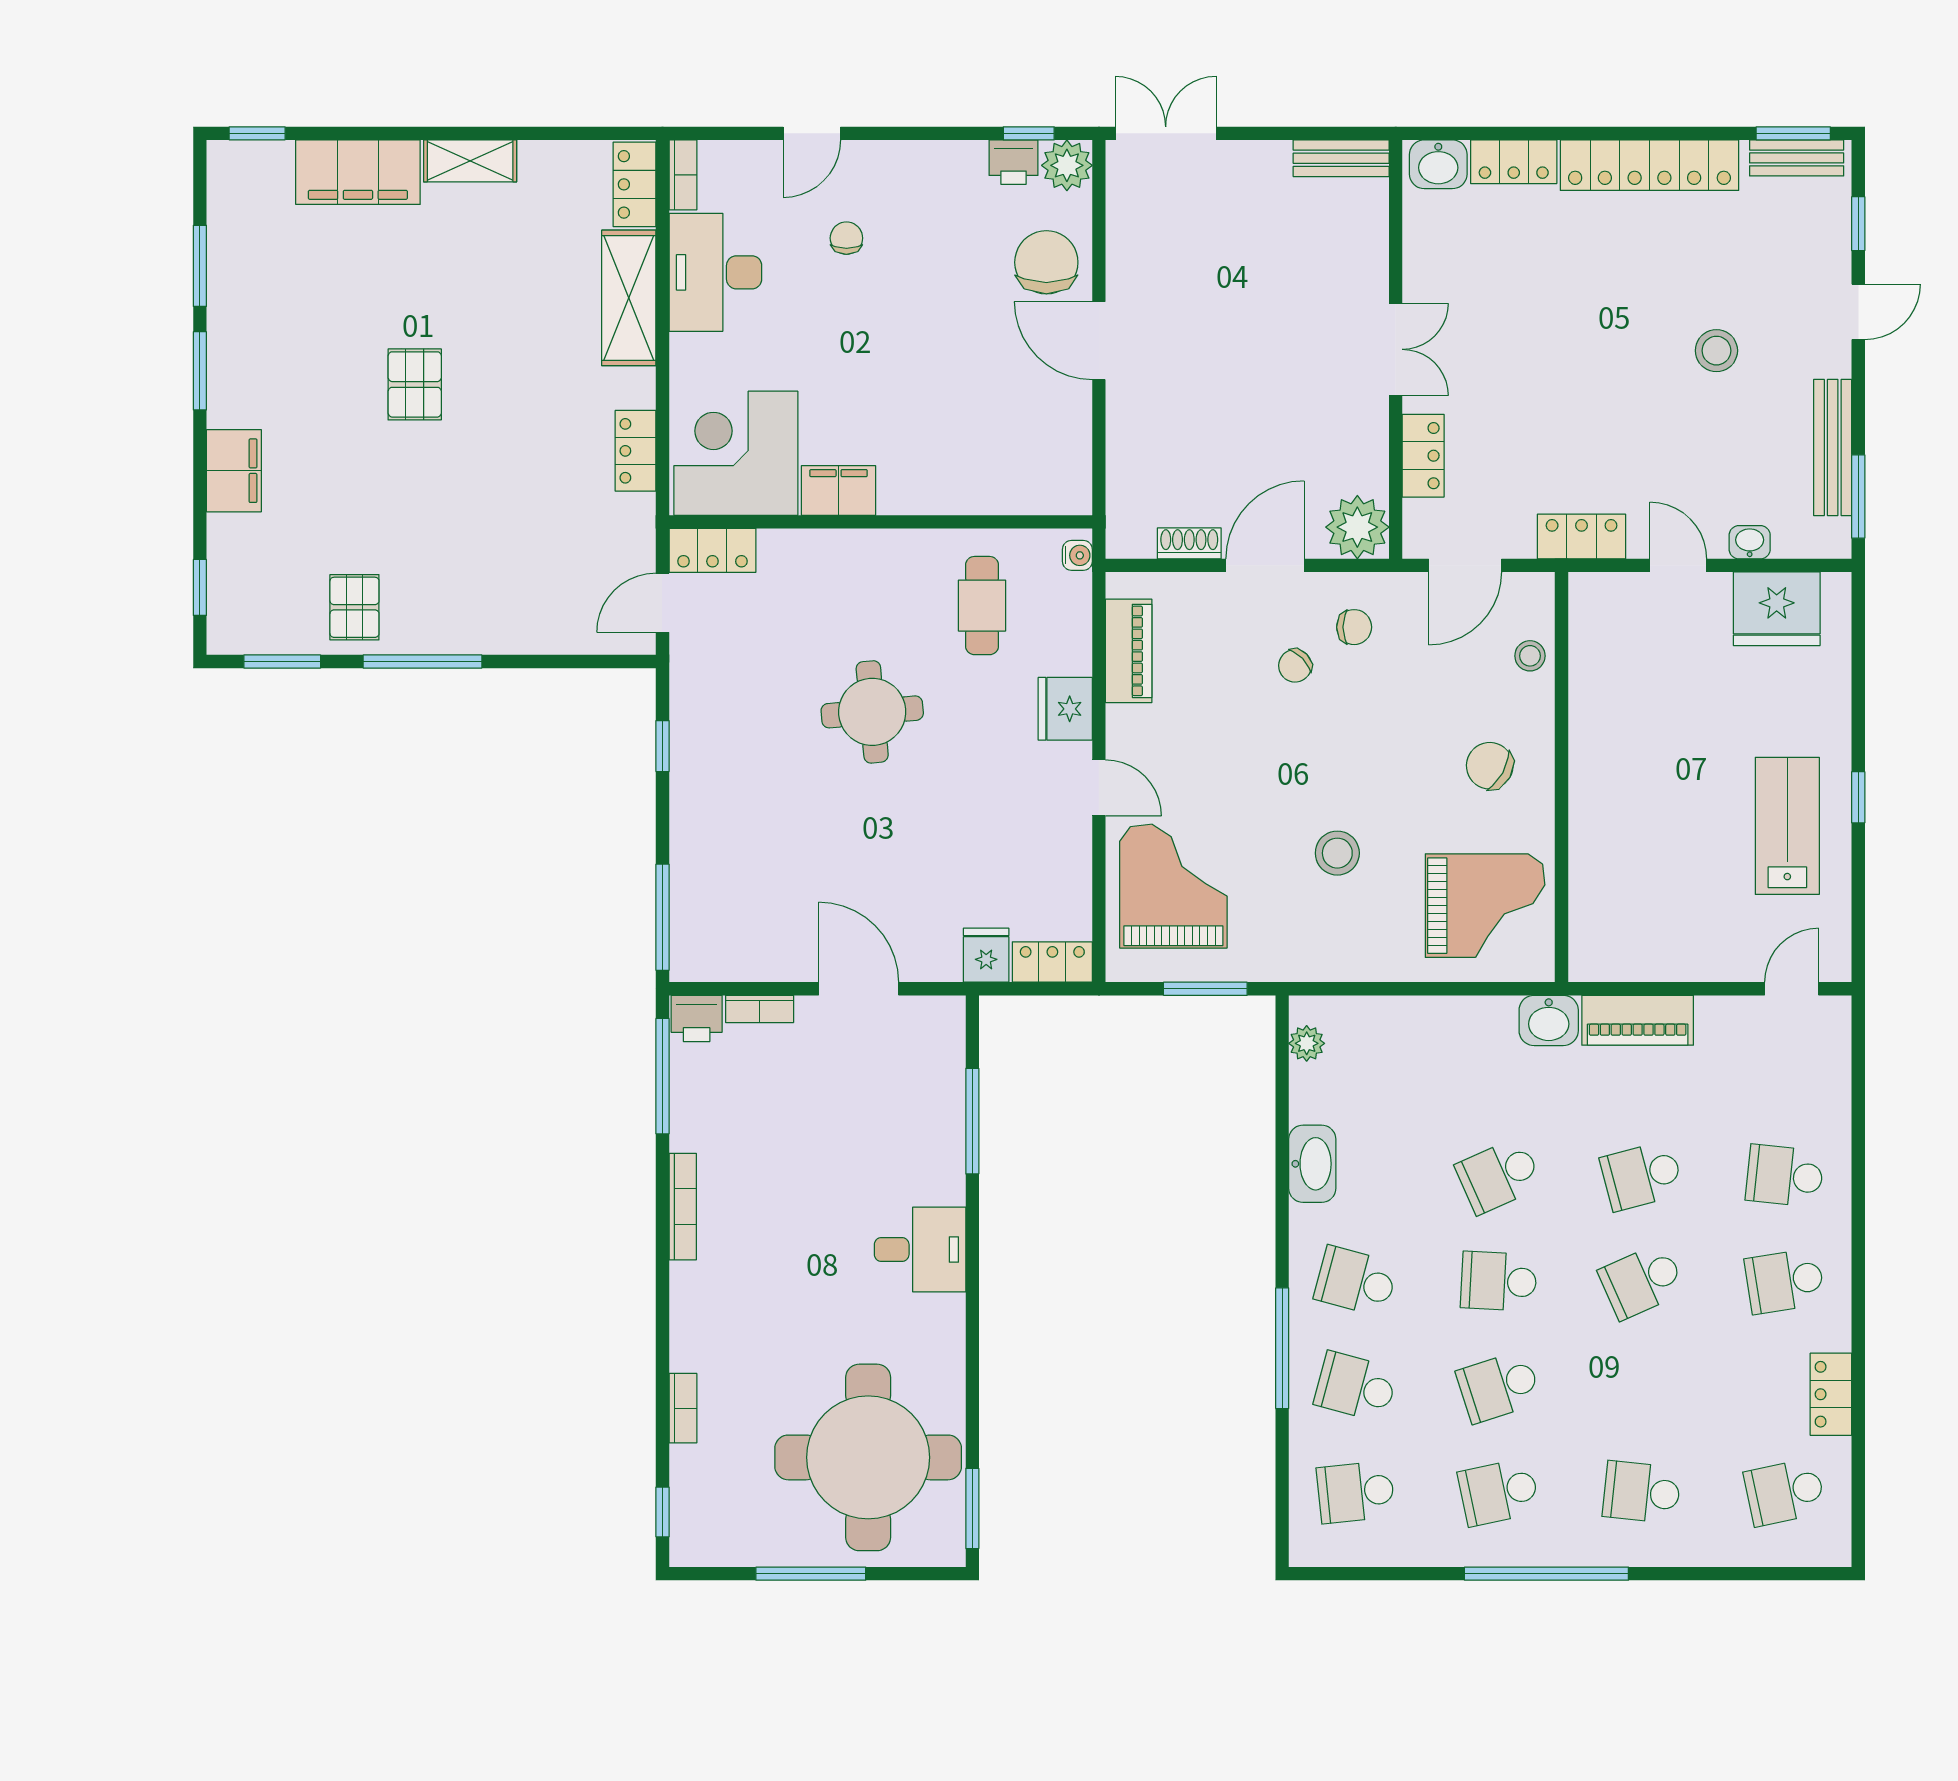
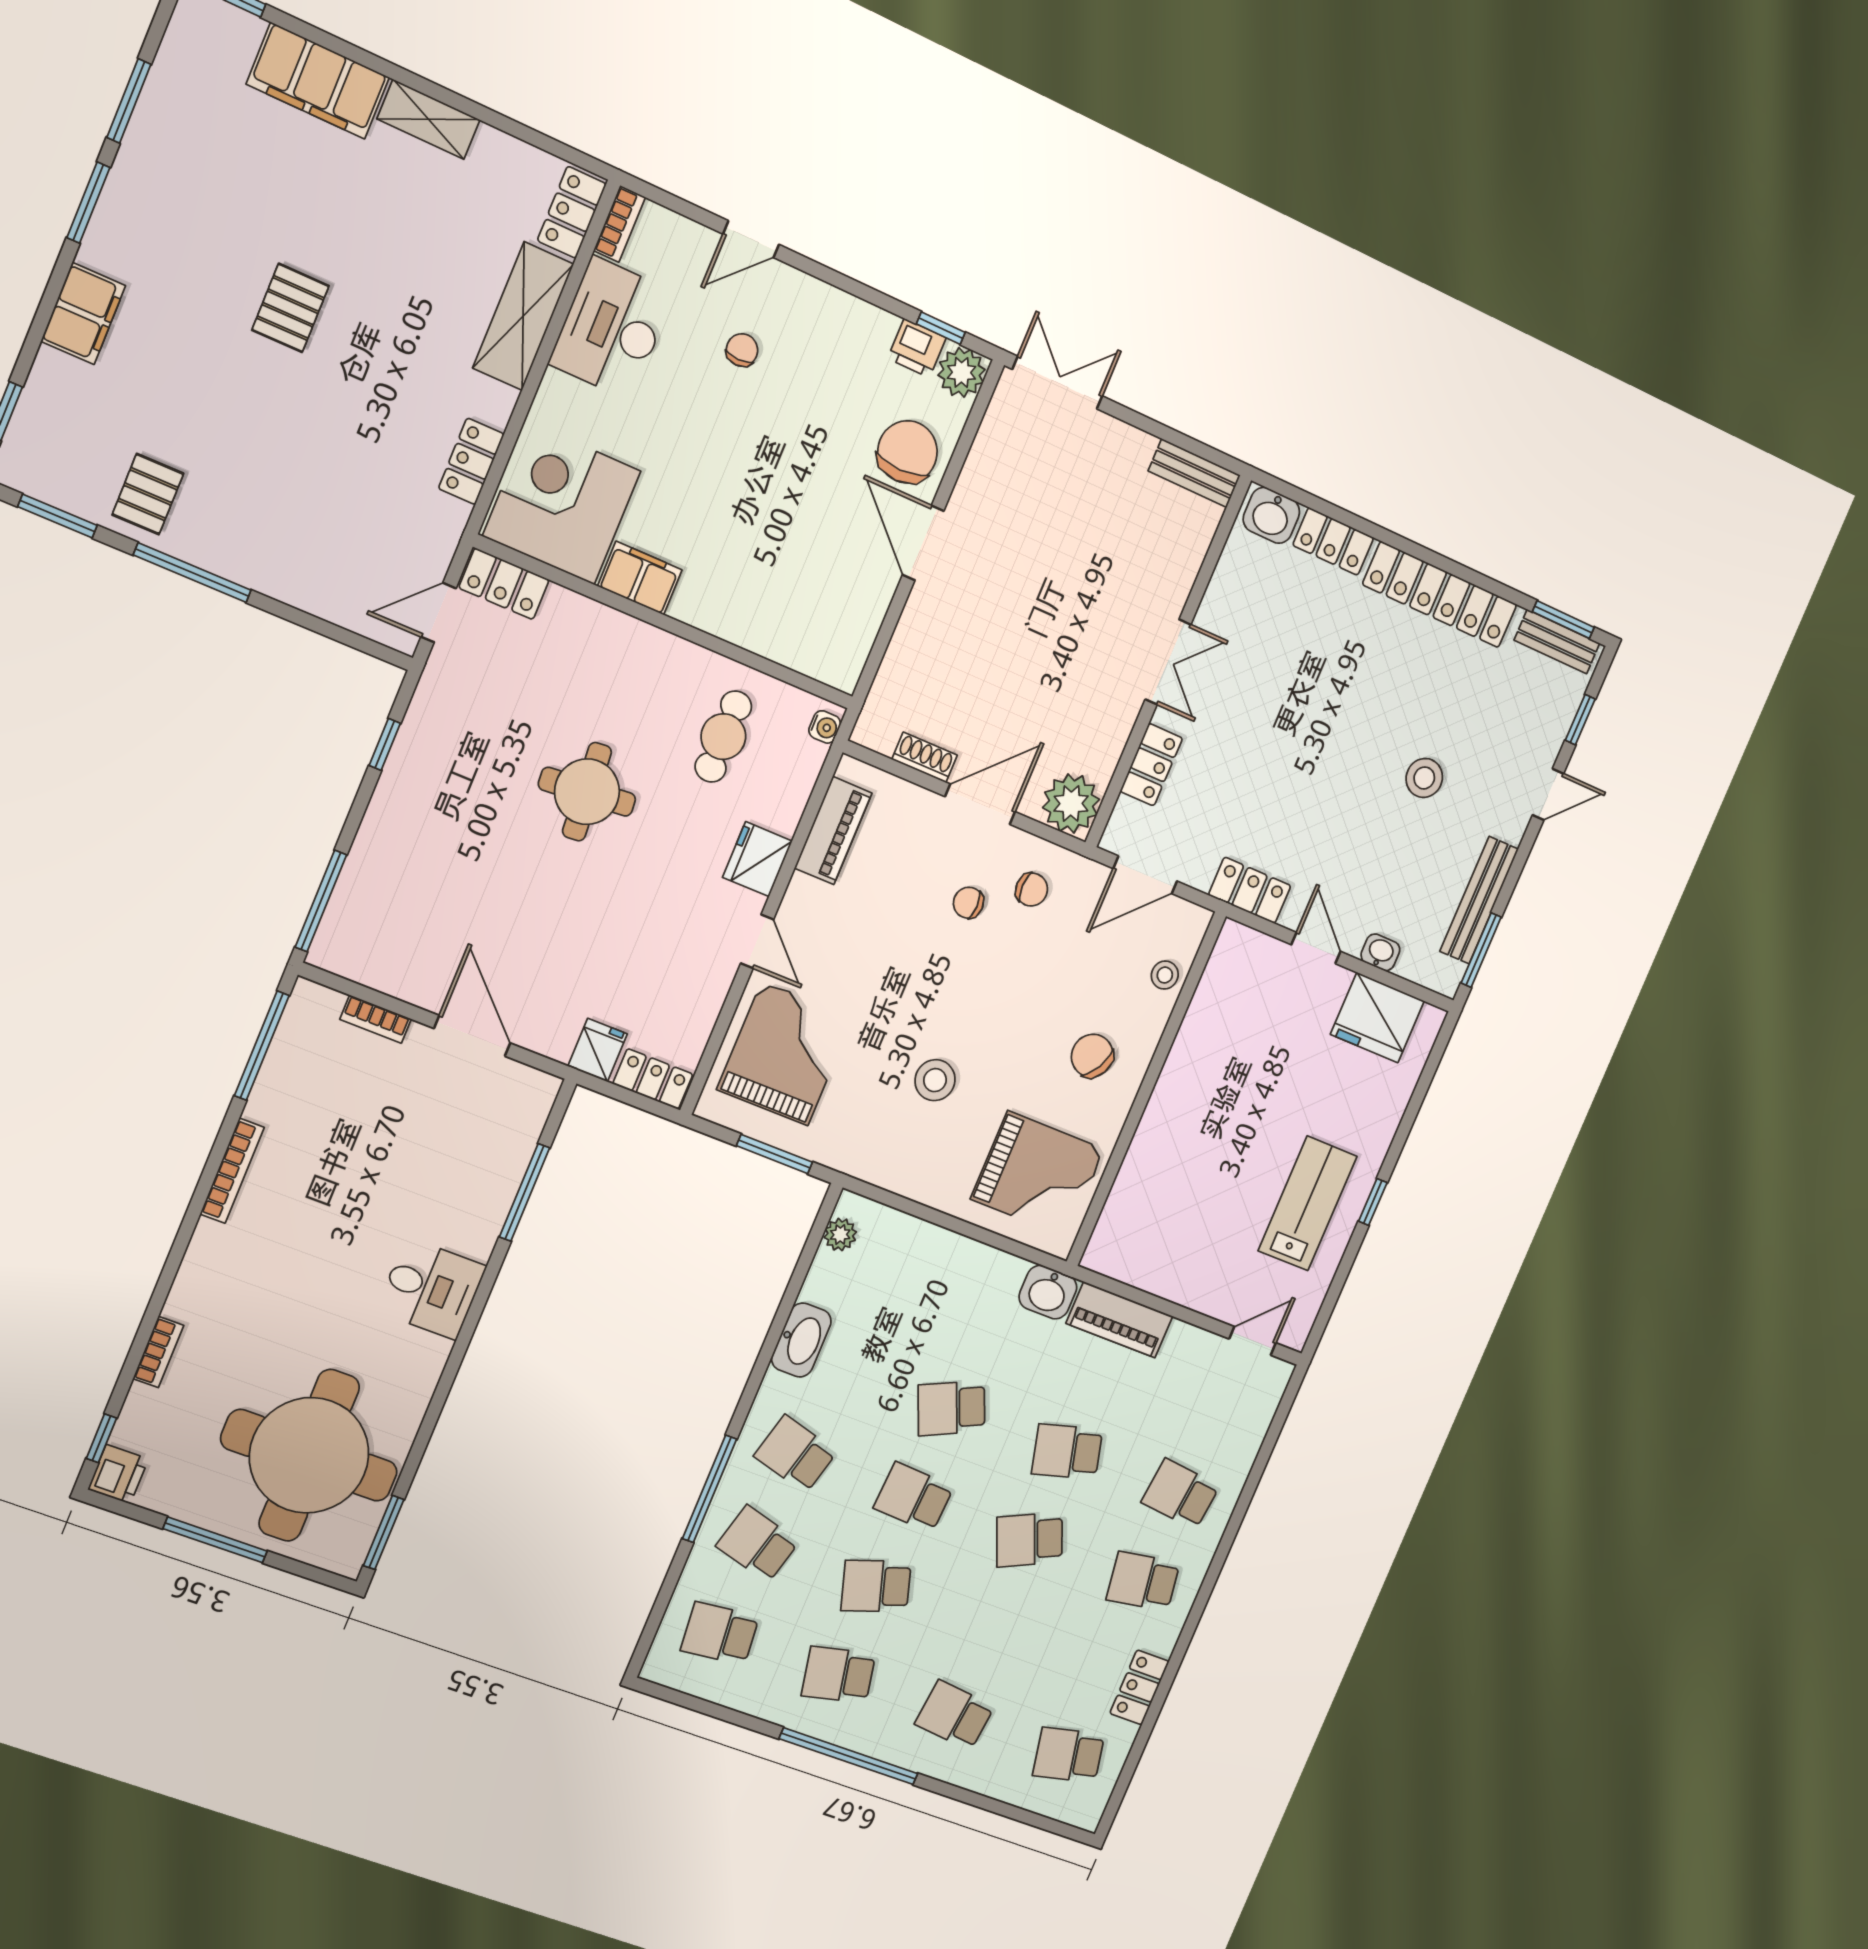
chair: (1295, 666) -> (968, 903), turned 44
printer: (697, 1018) -> (118, 1474), moved, turned -90

